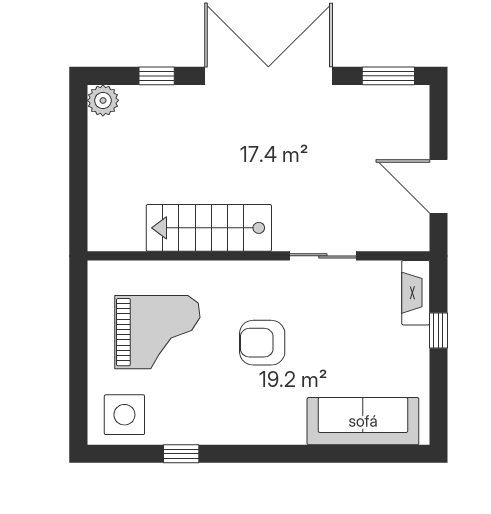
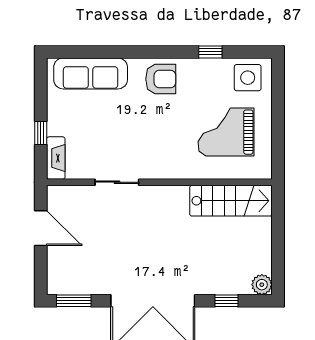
stairs: (209, 228) -> (231, 201), moved
armchair: (262, 343) -> (161, 79), moved

